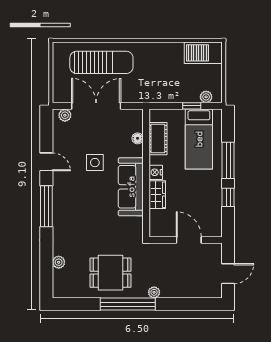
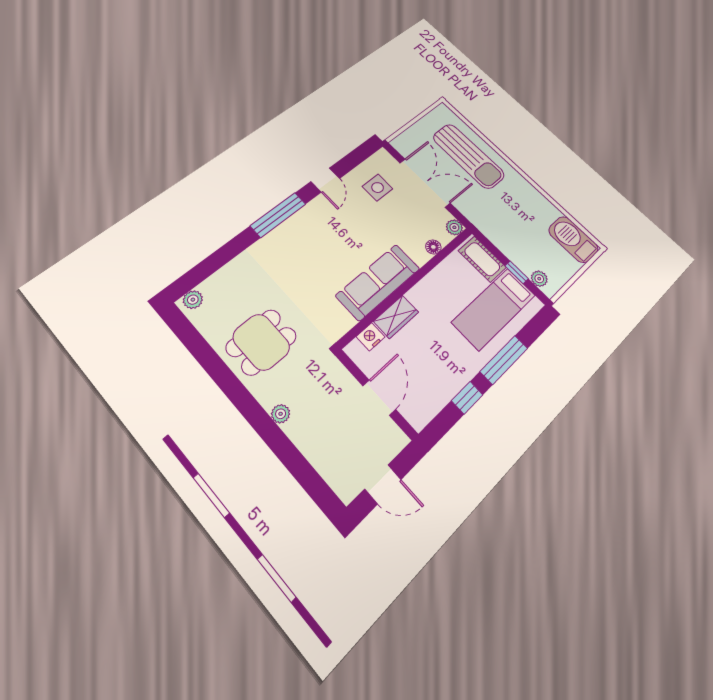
plant: (65, 115) -> (454, 227), moved
cot: (158, 139) -> (482, 259), moved, turned 90
side table: (95, 163) -> (378, 188), moved
nightstand: (156, 172) -> (371, 337), moved
plant: (59, 262) -> (193, 300), moved
dining table: (111, 273) -> (261, 342), turned 90
window: (128, 304) -> (239, 395), removed

